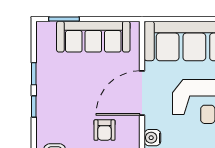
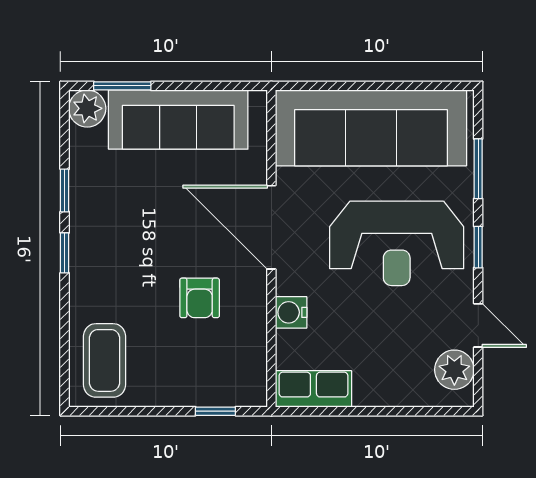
plant: (46, 31) -> (87, 108), added
door: (142, 93) -> (271, 227), hinge flipped

